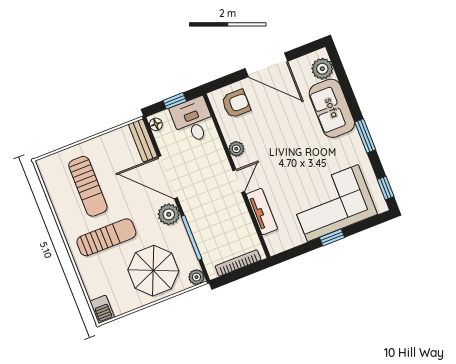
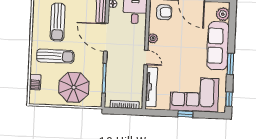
sofa: (332, 108) -> (218, 46), width x1.36
door: (239, 181) -> (146, 58), hinge flipped
tv unit: (262, 212) -> (151, 87), width x1.41
plant: (169, 214) -> (97, 59), removed
plant: (196, 277) -> (97, 102), removed
barbecue: (102, 309) -> (35, 82), moved

